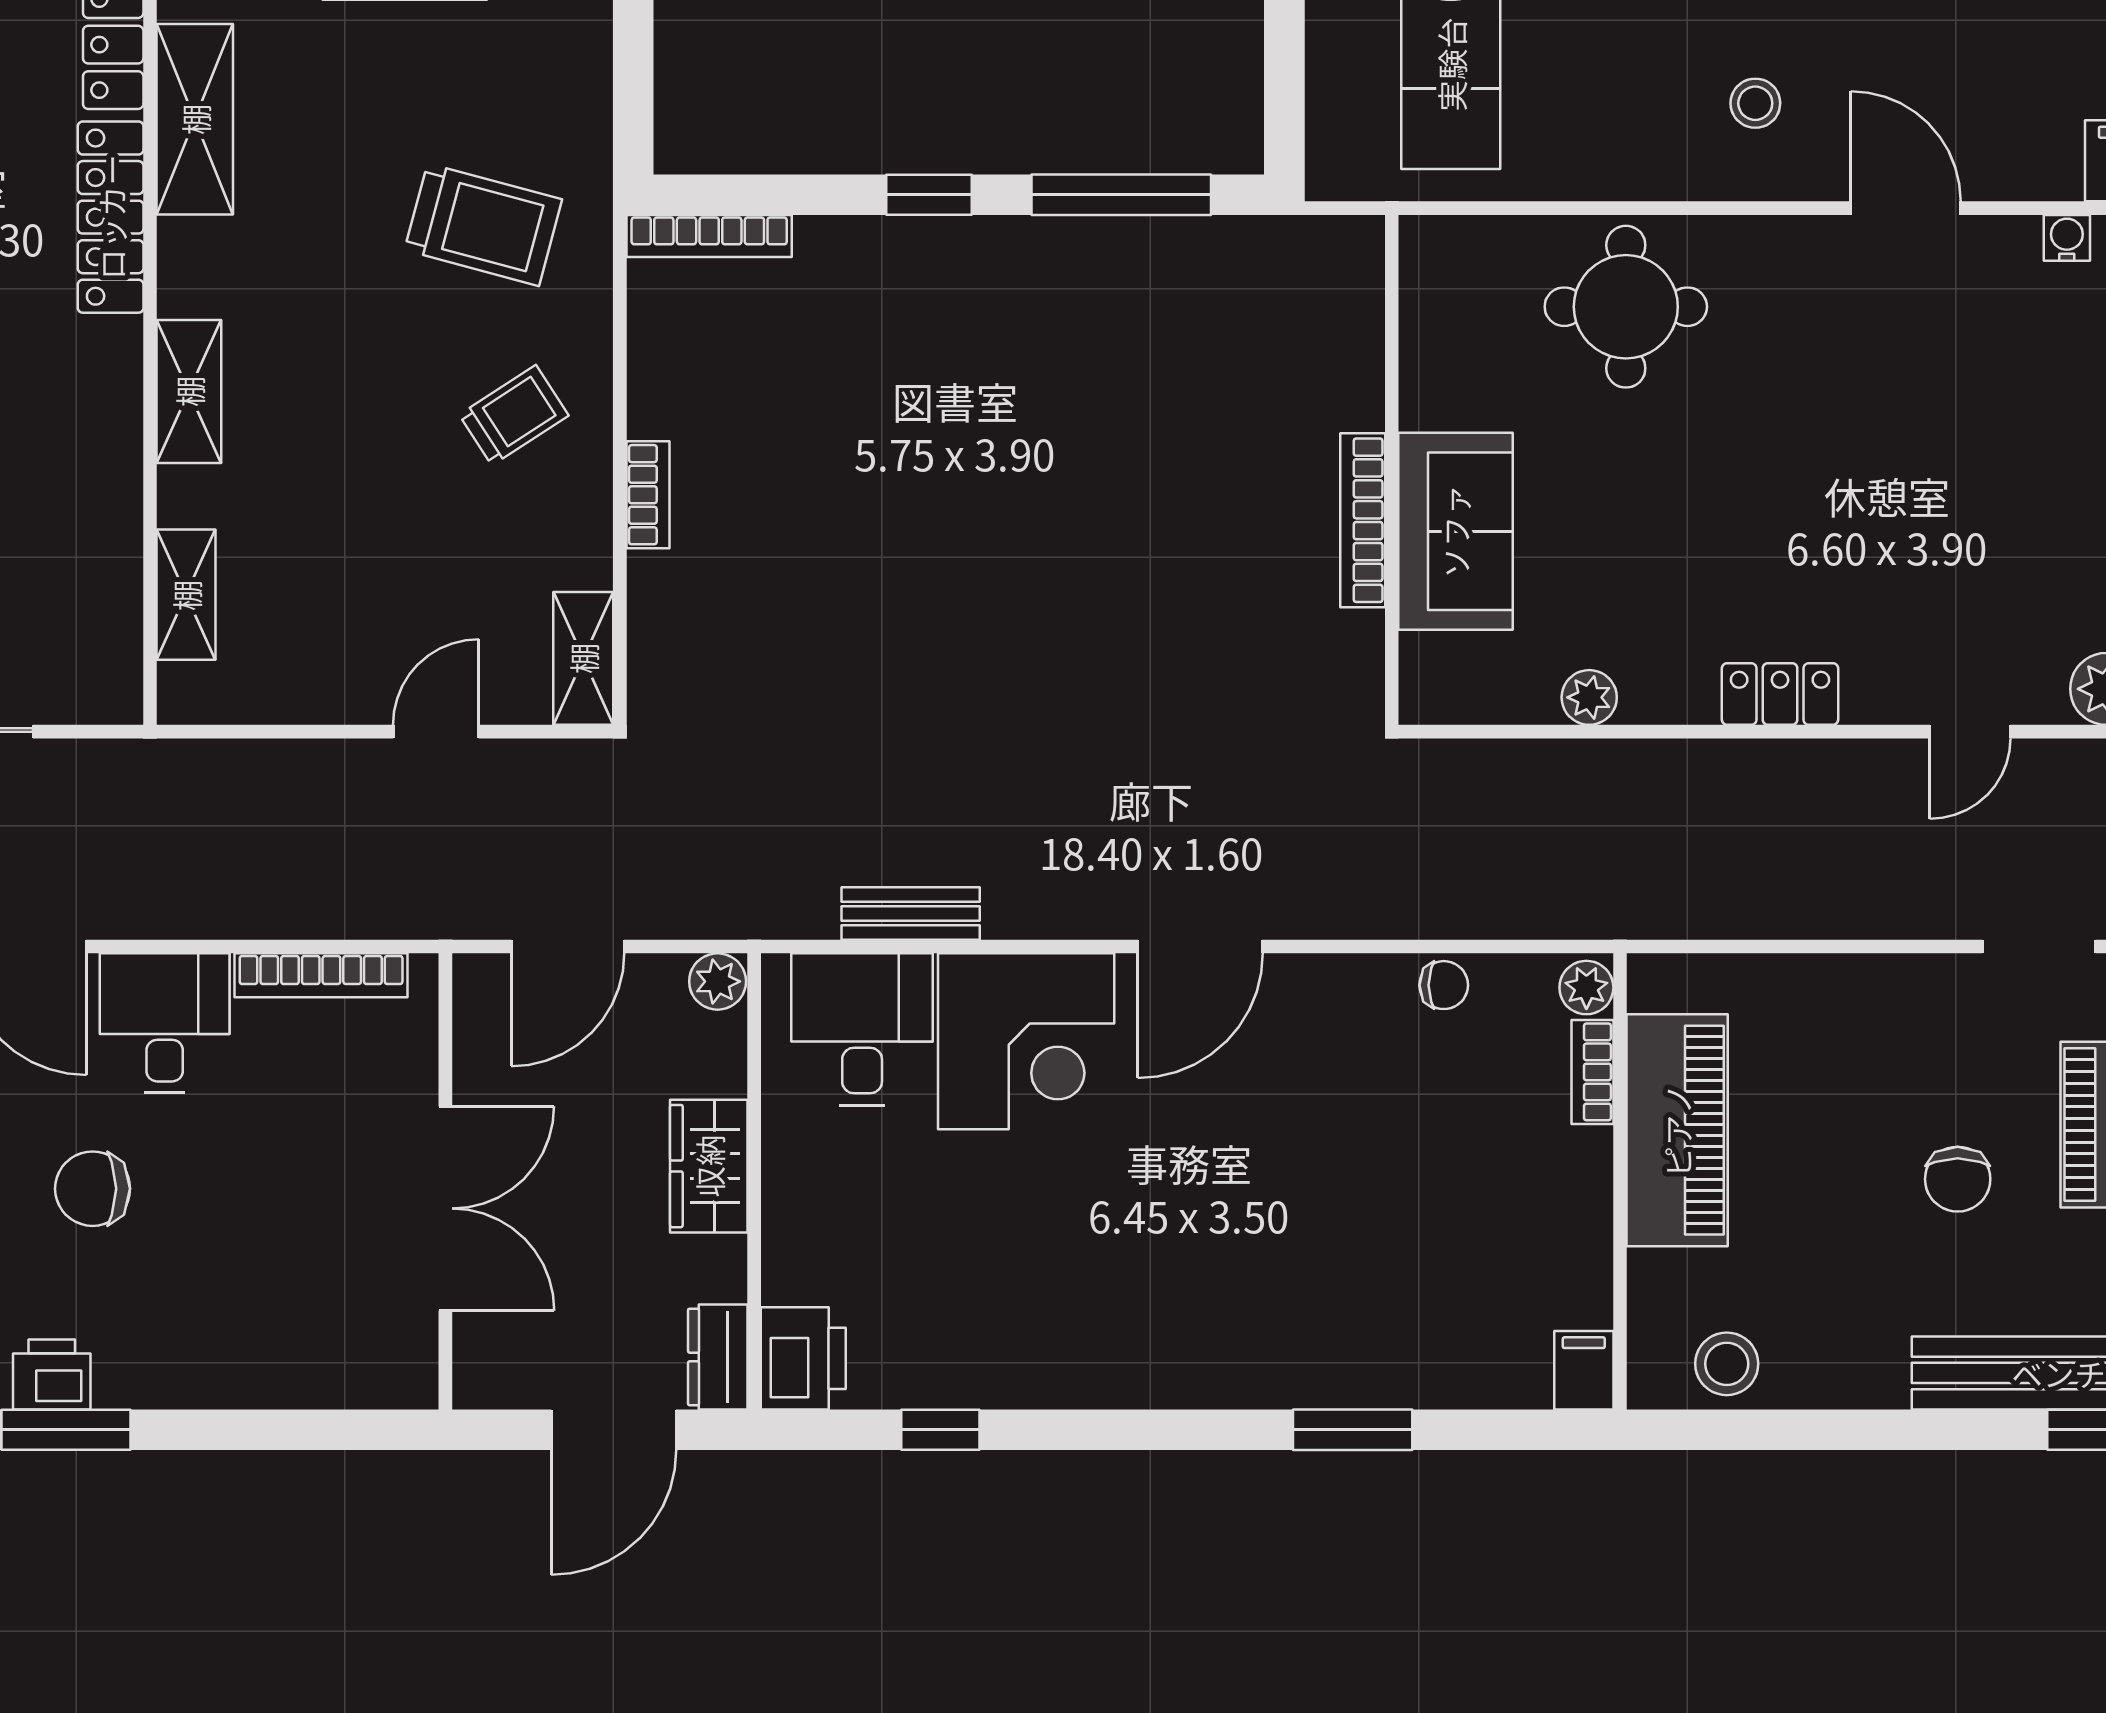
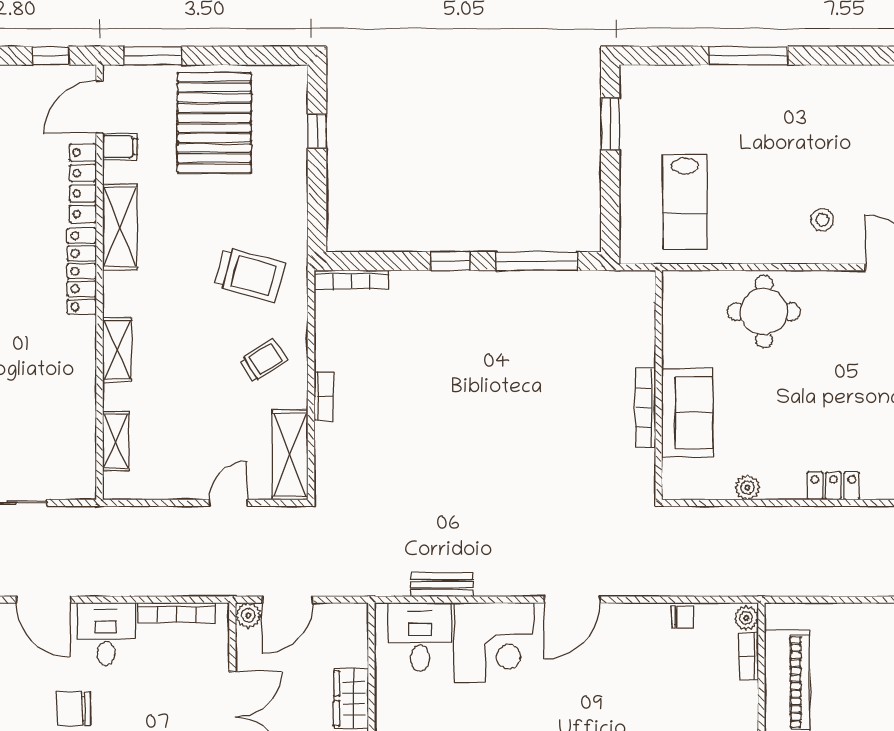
shelving: (583, 658) -> (290, 455), width x1.50, depth x1.33
plant: (718, 981) -> (248, 615), moved

